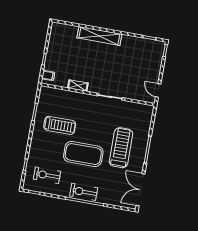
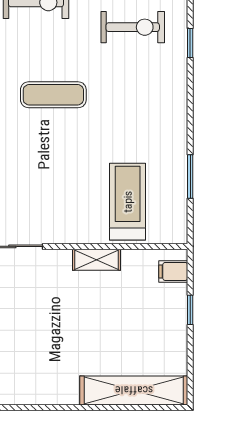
shelving: (99, 36) -> (134, 390), moved
treadmill: (60, 125) -> (128, 202), moved, turned 90
exercise mat: (83, 154) -> (53, 95), width x0.50, depth x0.69

